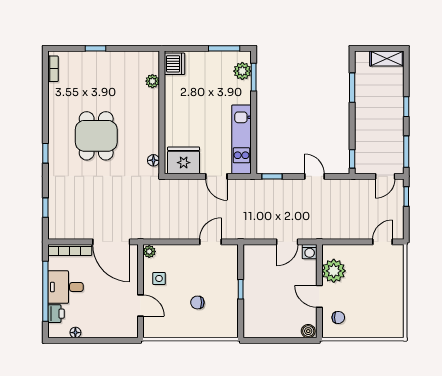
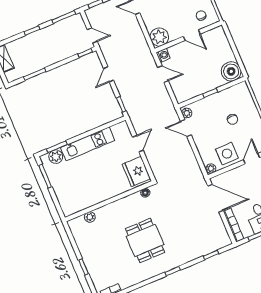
dishwasher: (174, 64) -> (71, 207), removed
dining table: (96, 136) -> (145, 240), turned 90
kitchen unit: (242, 139) -> (88, 144), moved
door: (385, 176) -> (92, 35), moved
door: (111, 242) -> (215, 198), hinge flipped
plant: (228, 251) -> (187, 113), added
plant: (334, 271) -> (159, 37), moved
side table: (159, 278) -> (227, 154), width x1.87, depth x1.87
door: (319, 296) -> (192, 35), hinge flipped
boiler: (308, 331) -> (231, 71), moved, width x1.86, depth x1.86

